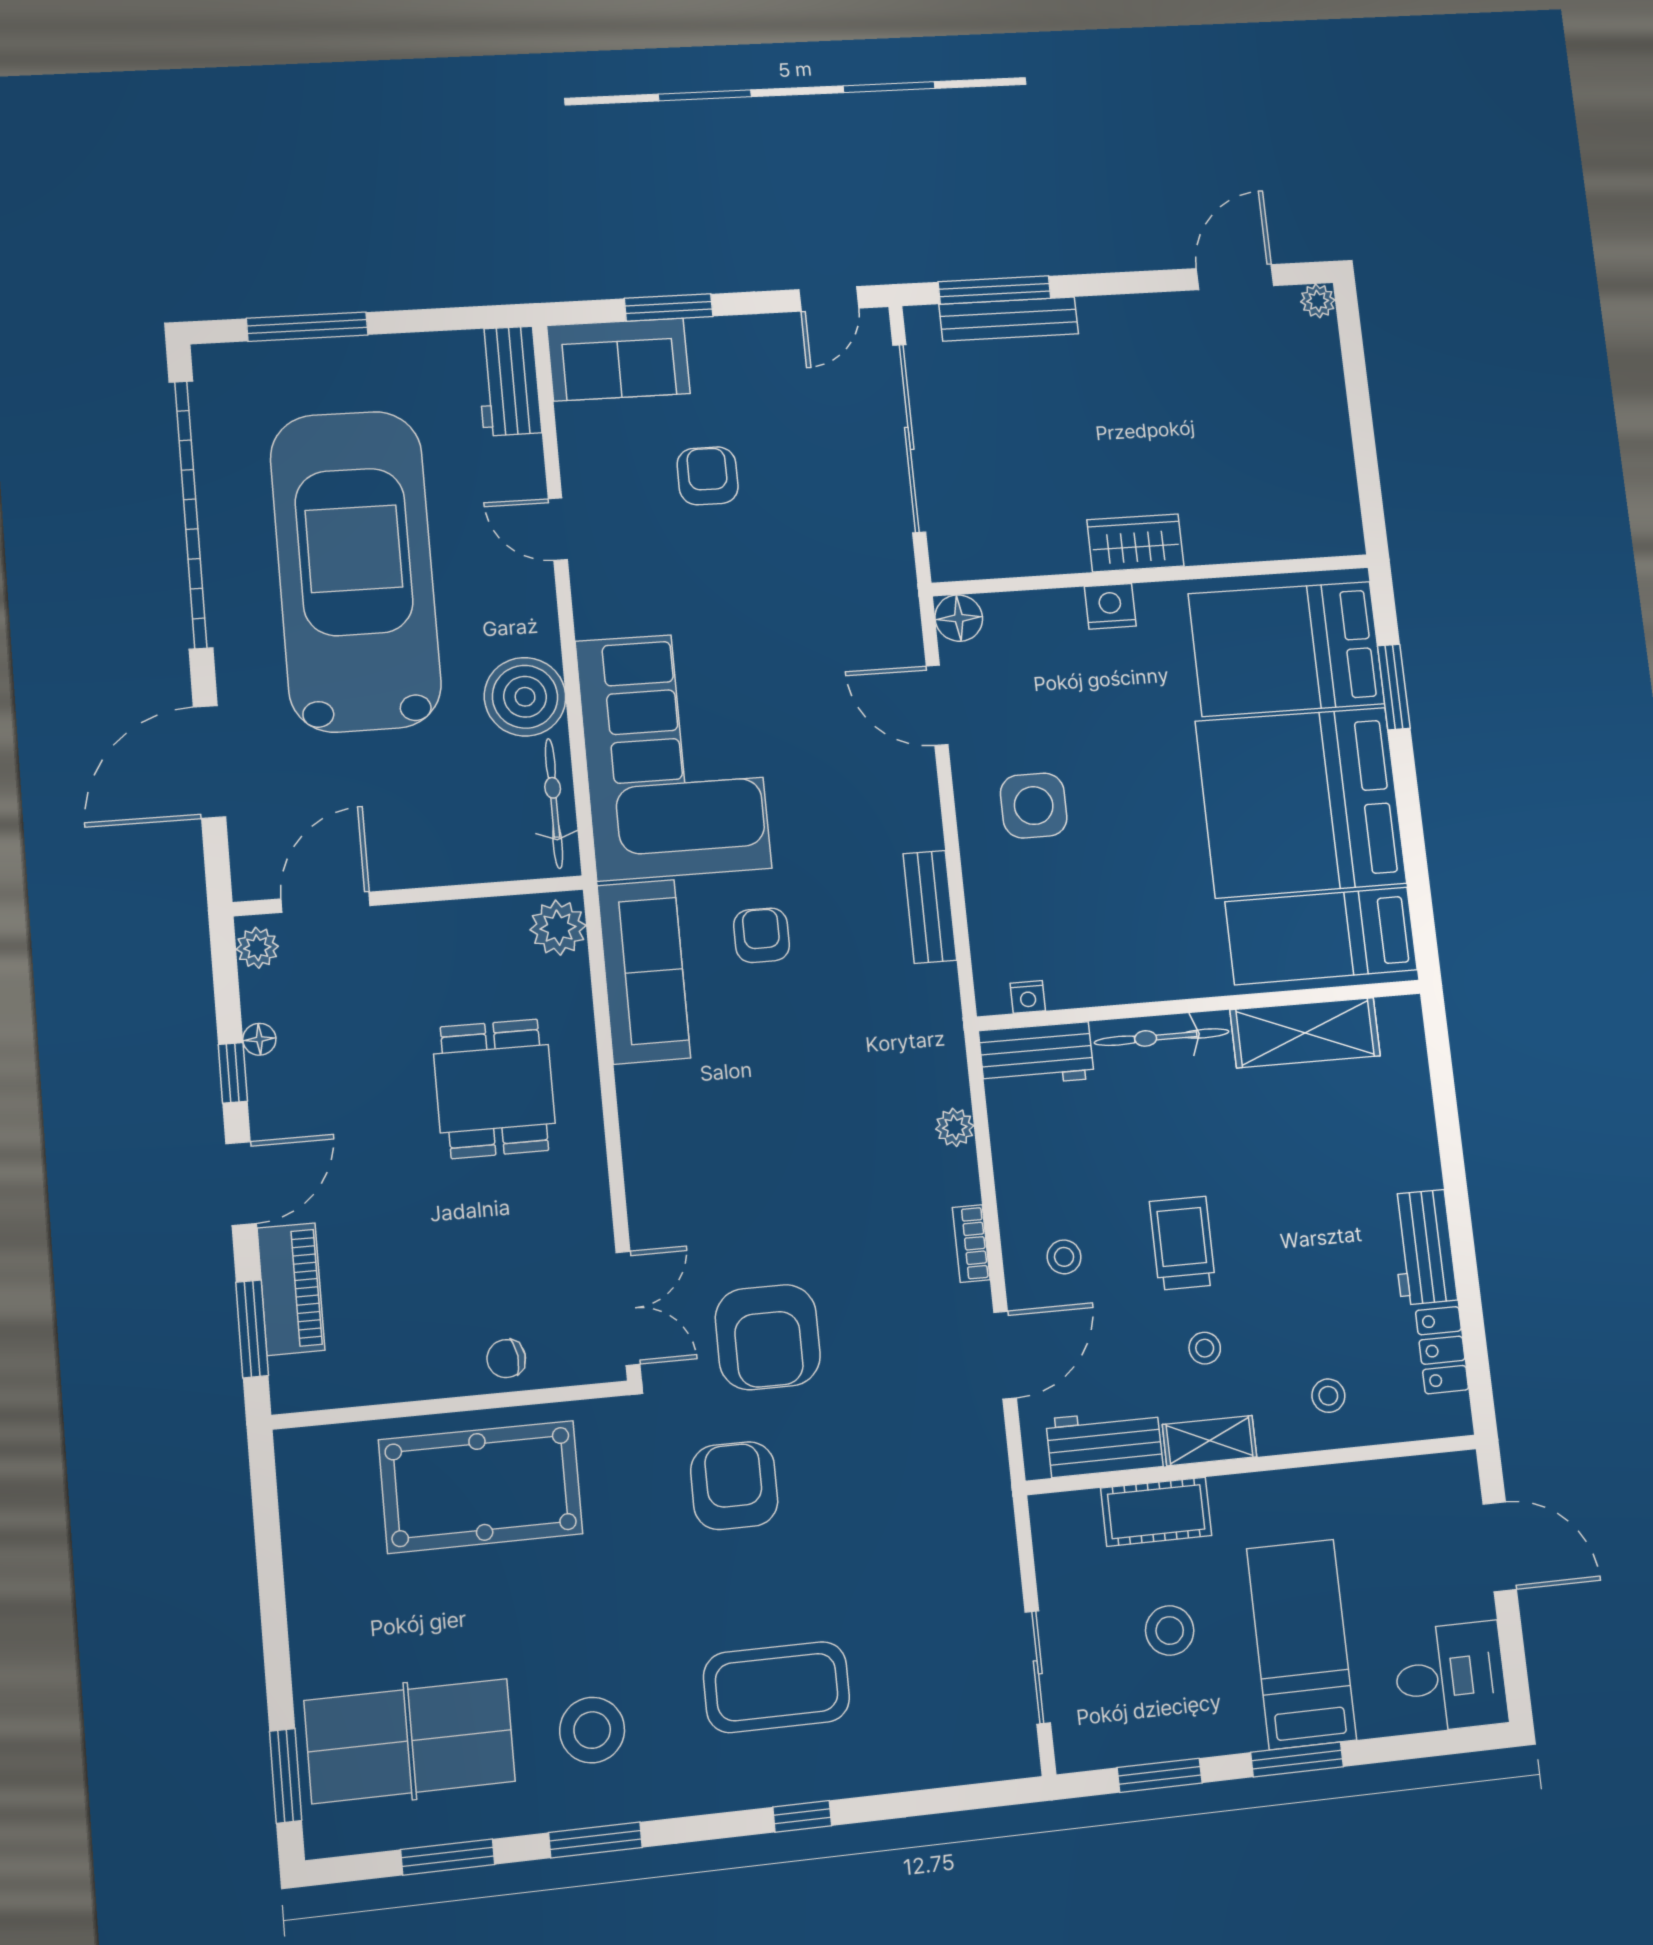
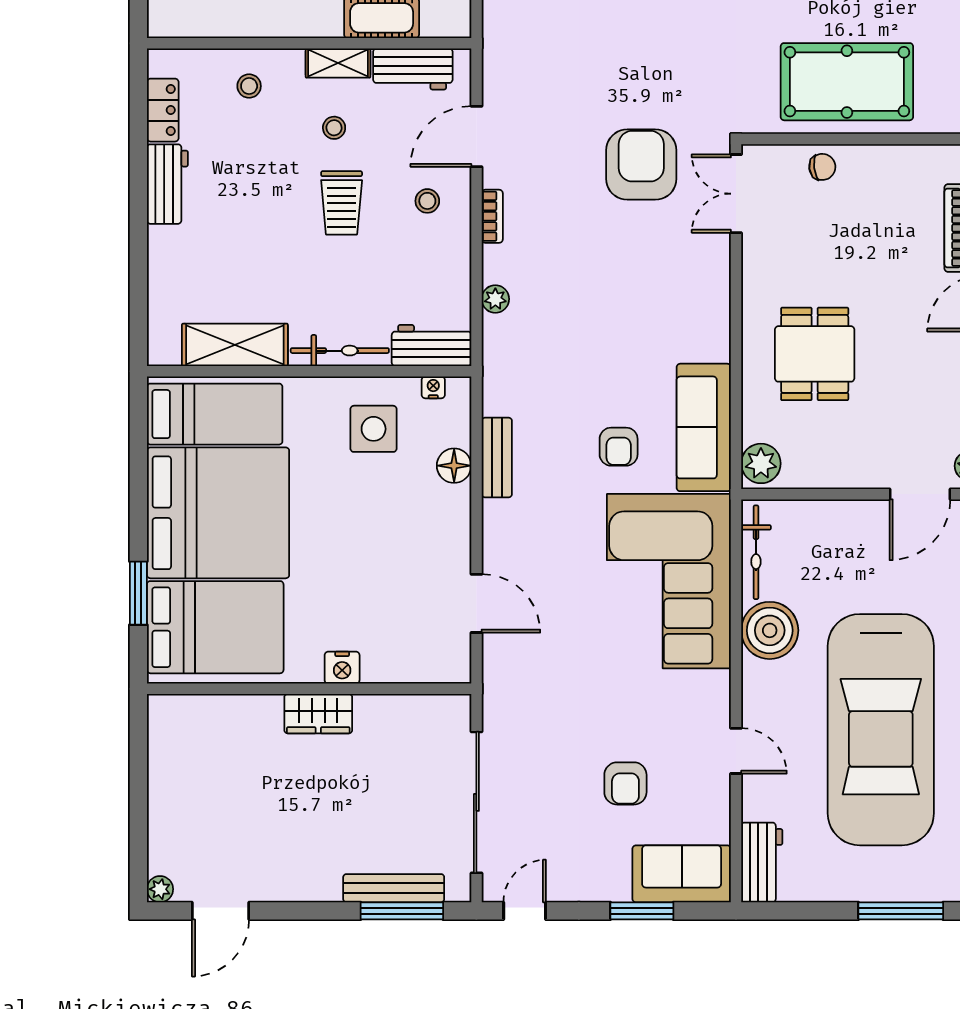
floor lamp: (959, 618) -> (454, 466), moved
side table: (1034, 806) -> (374, 429), moved
armchair: (734, 1486) -> (674, 65), removed

